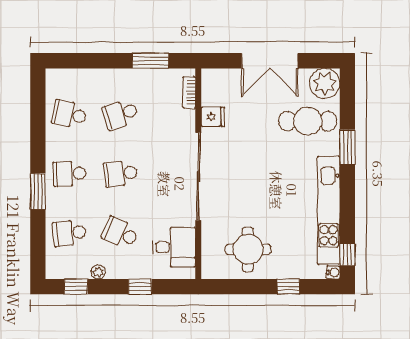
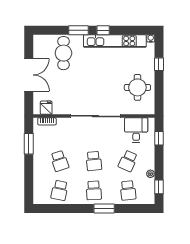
plant: (325, 83) -> (42, 43), removed
fridge: (213, 117) -> (46, 108), moved
window: (347, 255) -> (103, 30), moved
window: (140, 287) -> (159, 138), moved

